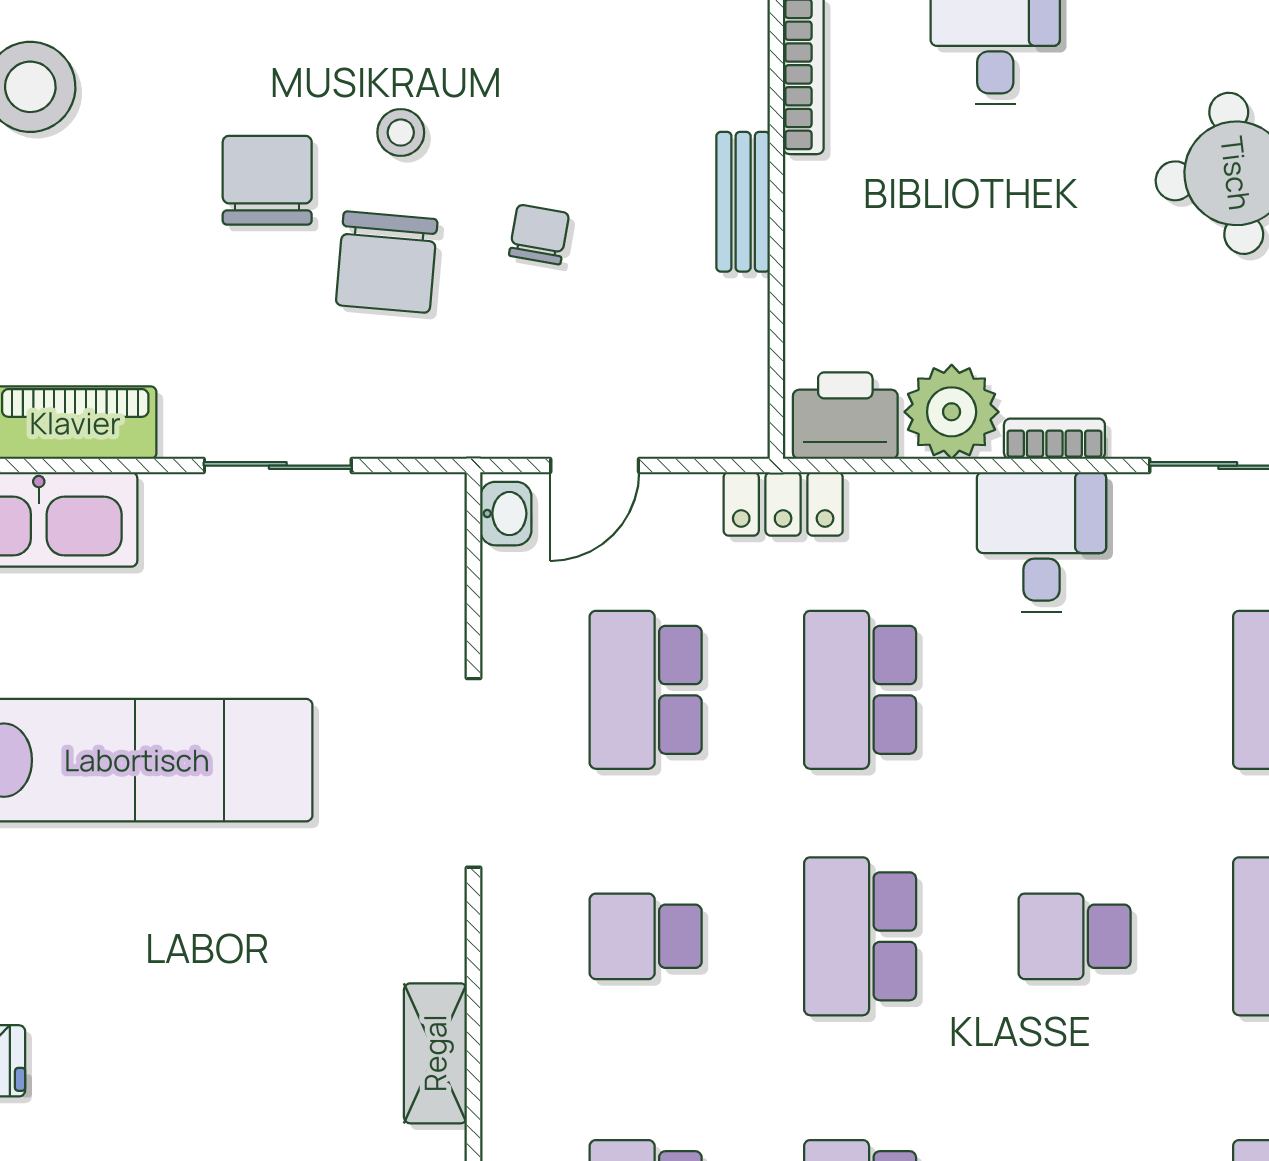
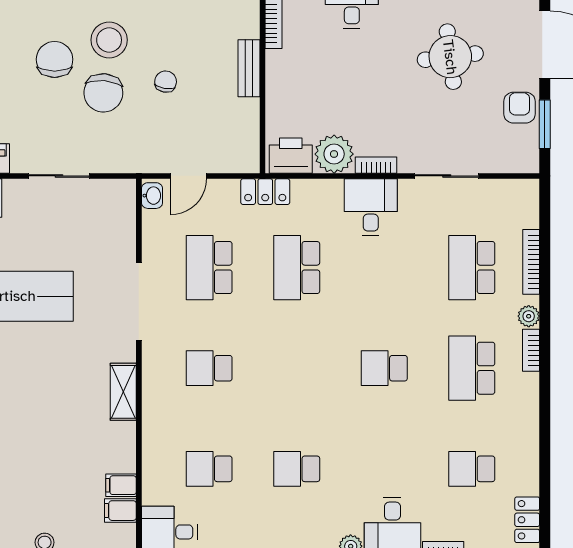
stool: (401, 133) -> (109, 40), width x1.89, depth x1.89
school desk: (860, 936) -> (297, 368), removed
shelving: (435, 1053) -> (123, 392), moved

